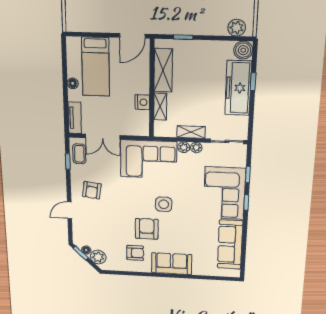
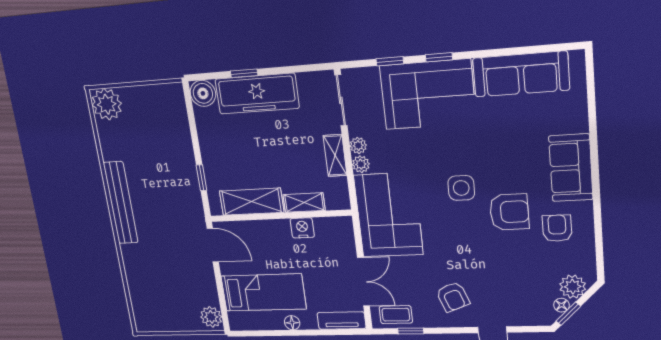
plant: (237, 28) -> (211, 317), moved
armchair: (92, 190) -> (453, 297), turned 62
armchair: (147, 229) -> (509, 212), turned 180

